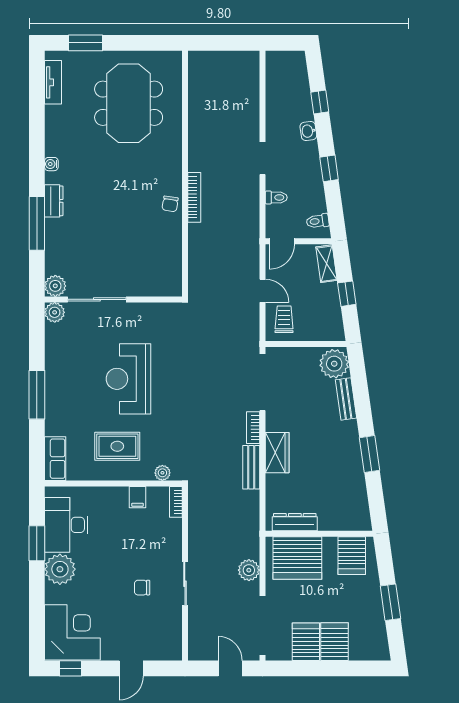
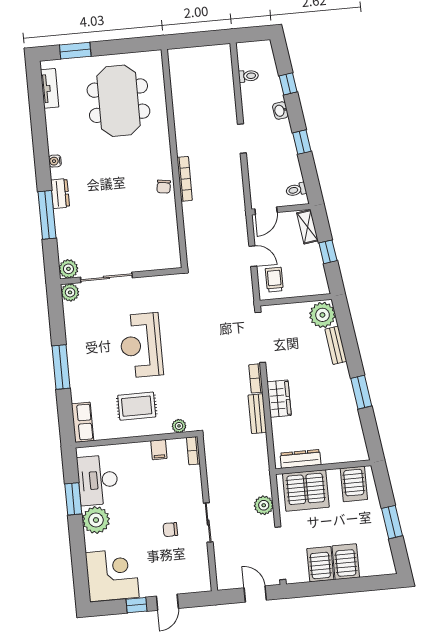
toilet: (276, 197) -> (248, 76), moved
window: (70, 668) -> (136, 605), moved

